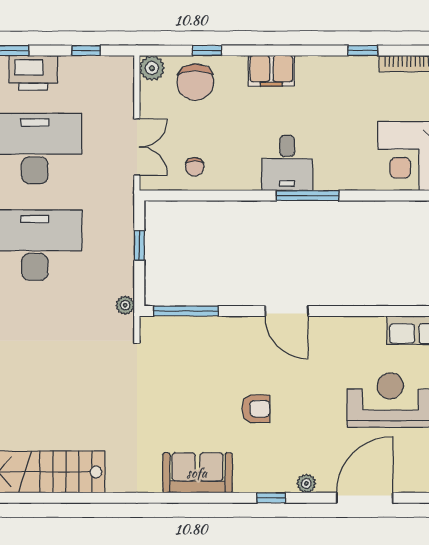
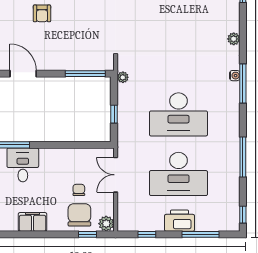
window: (207, 51) -> (88, 234), moved
chair: (195, 167) -> (79, 190), moved
armchair: (256, 409) -> (42, 13), turned -90

